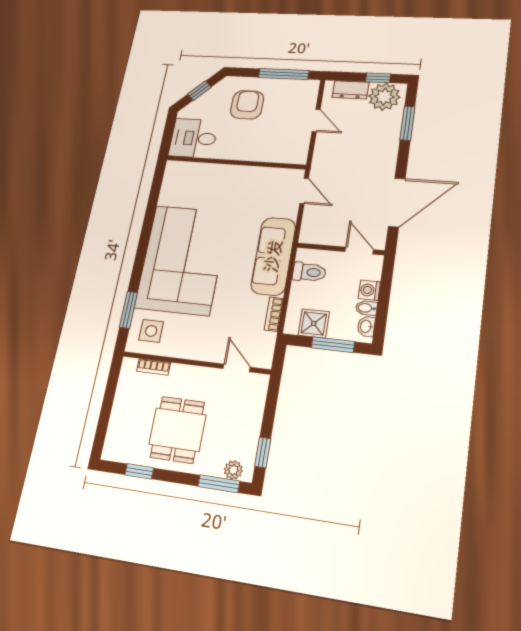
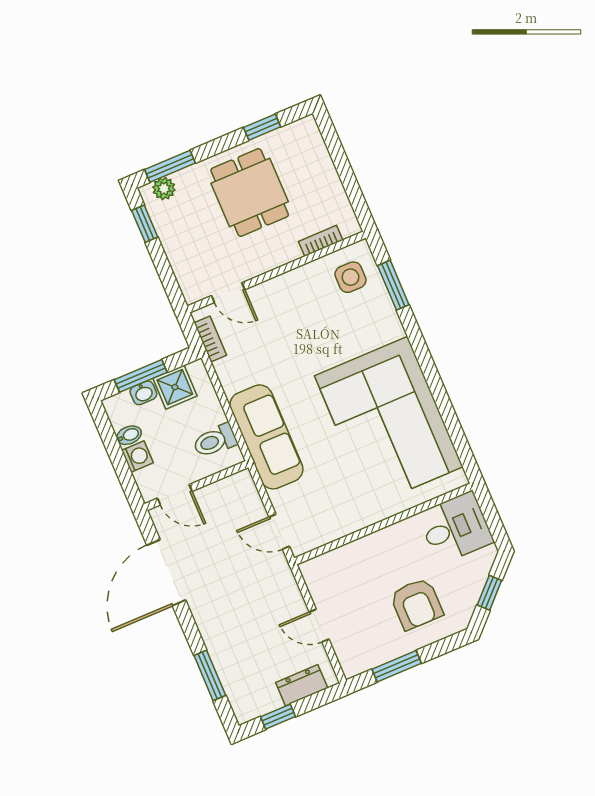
window: (284, 74) -> (397, 666), width x0.69
plant: (384, 97) -> (256, 696), removed
corner sofa: (182, 260) -> (389, 421), moved
bookcase: (274, 314) -> (210, 339), moved
washbasin: (366, 326) -> (143, 393), moved, turned 90

